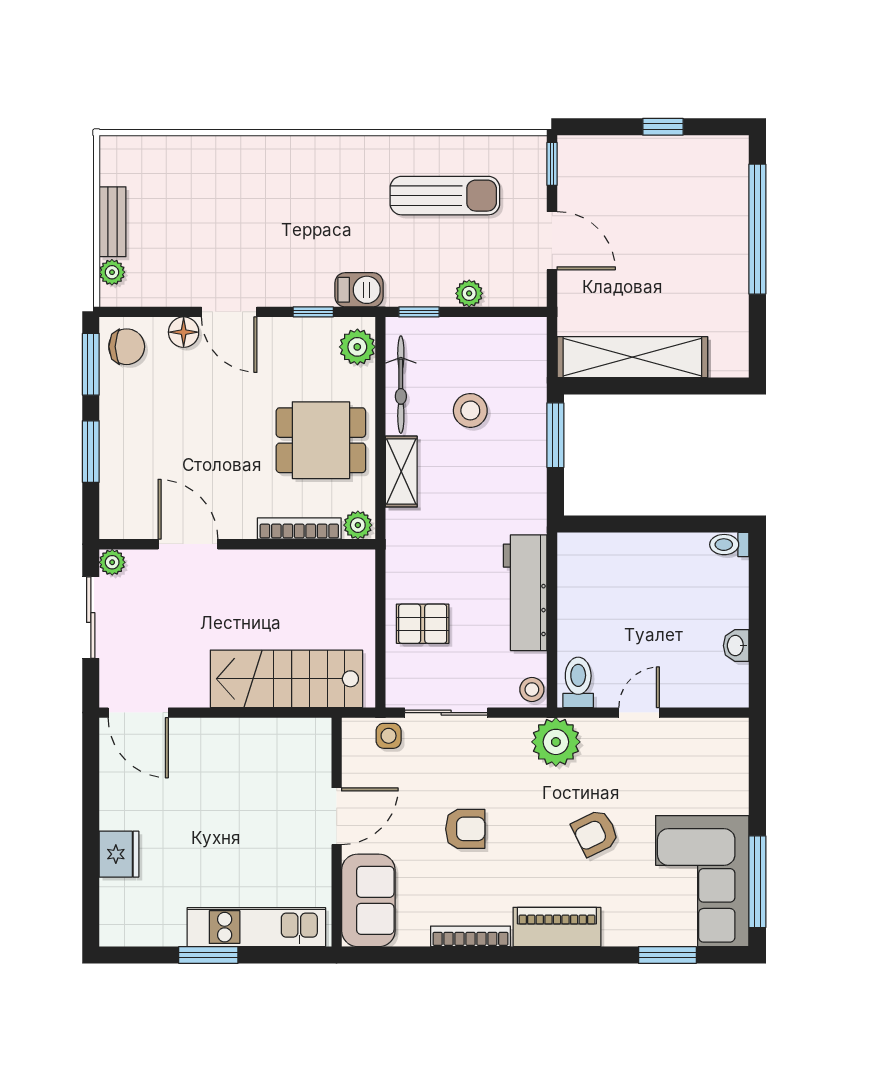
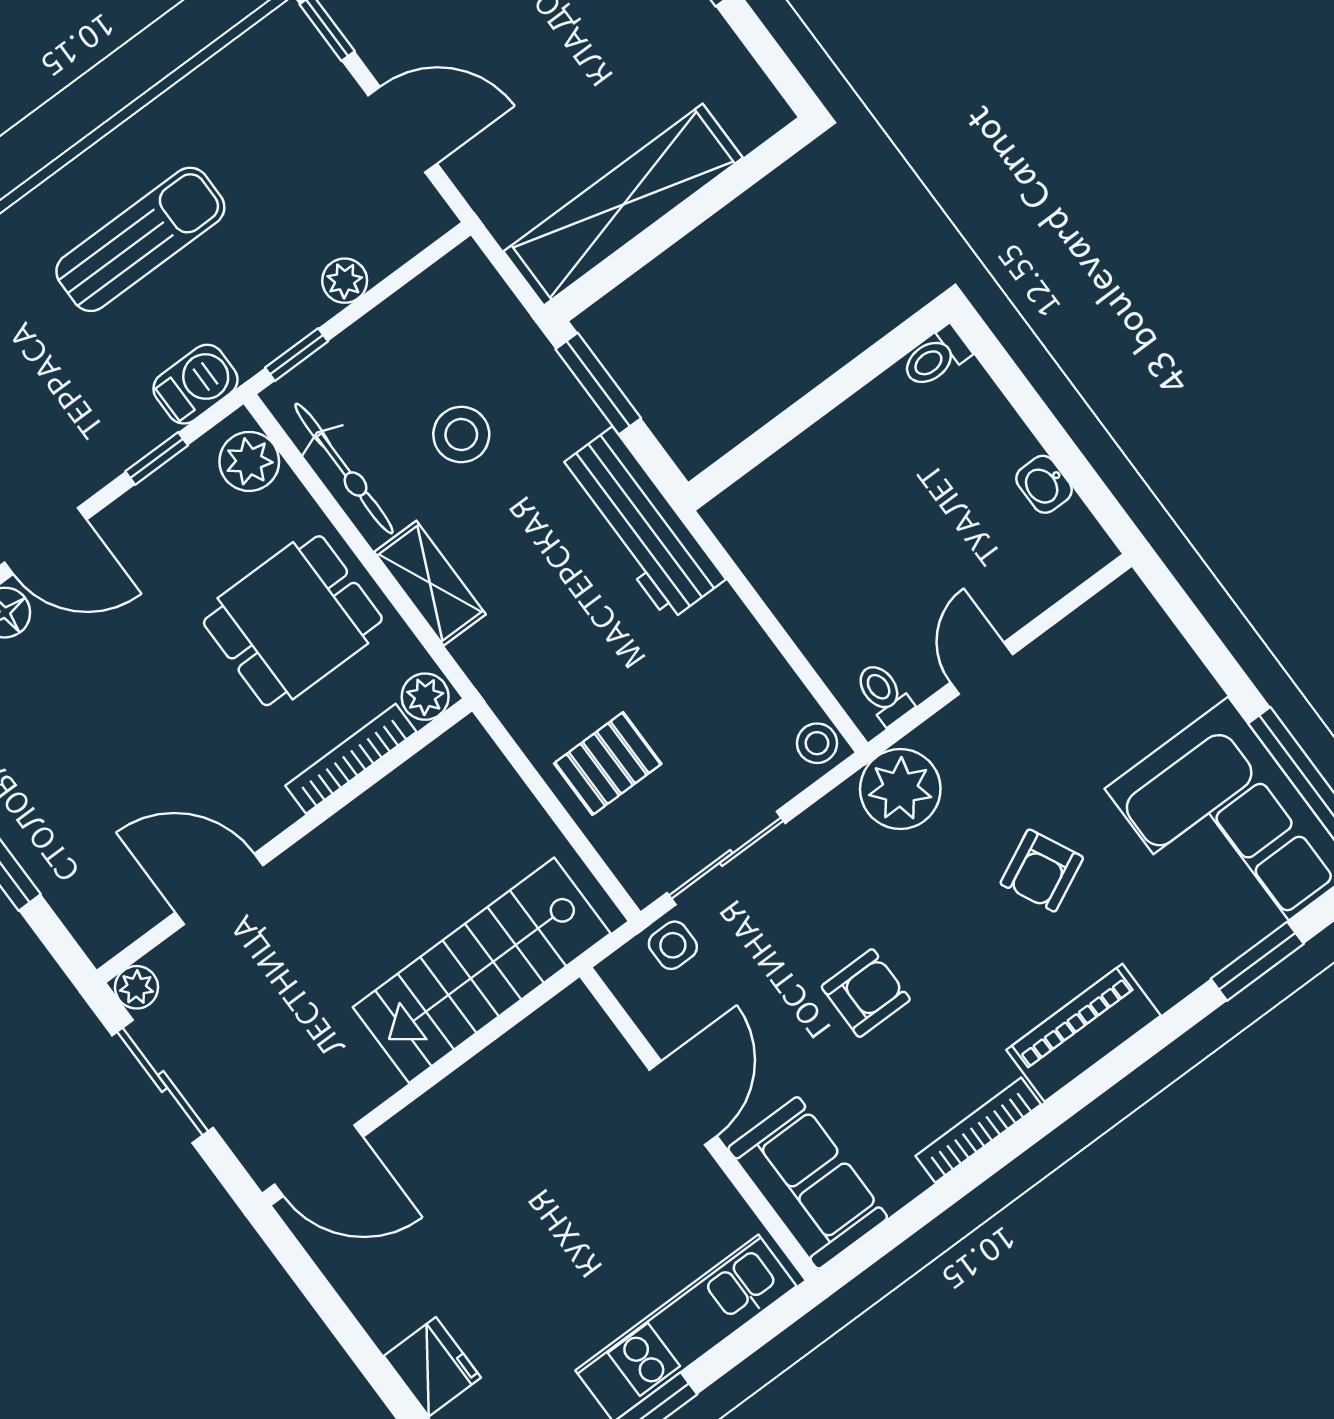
sun lounger: (445, 196) -> (140, 239), moved
workbench: (525, 593) -> (641, 524), moved
toilet: (578, 682) -> (884, 693), width x0.73, depth x0.72

